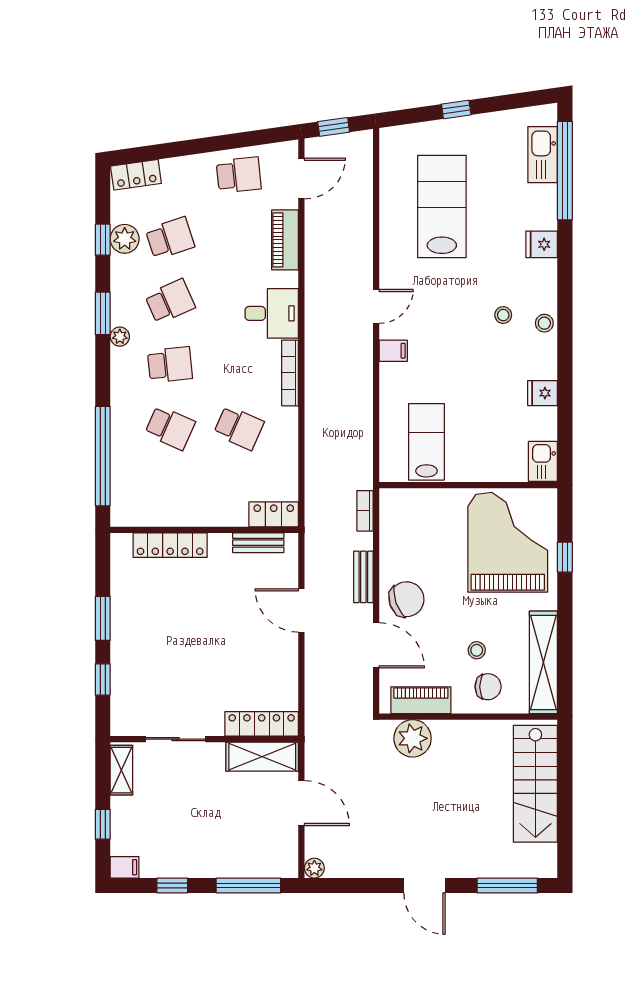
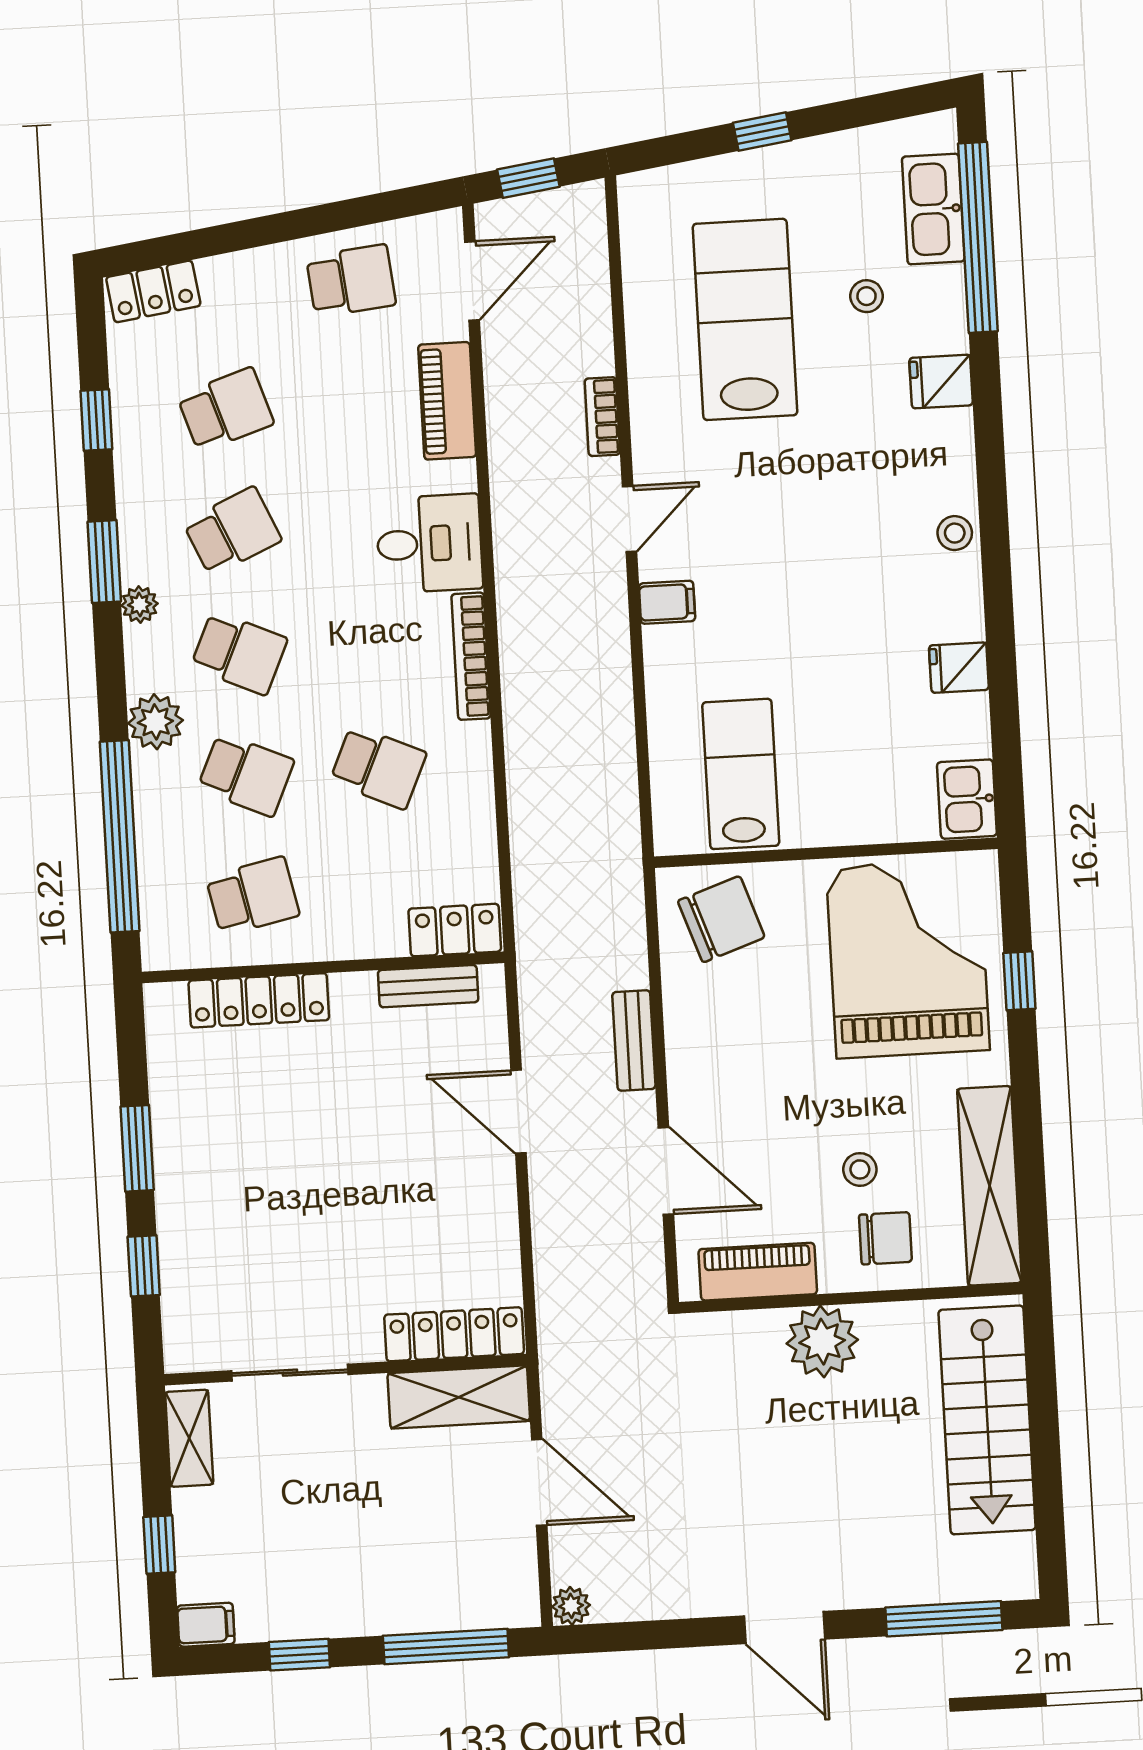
plant: (125, 239) -> (155, 722), moved
stool: (503, 315) -> (867, 296), moved
school desk: (170, 365) -> (239, 653), turned 30
school desk: (170, 491) -> (253, 896), added
bookcase: (365, 511) -> (602, 417), moved
chair: (407, 599) -> (721, 919), moved
plant: (413, 738) -> (822, 1342), moved

